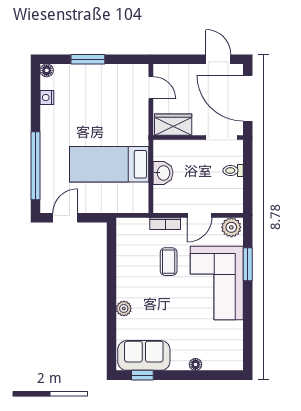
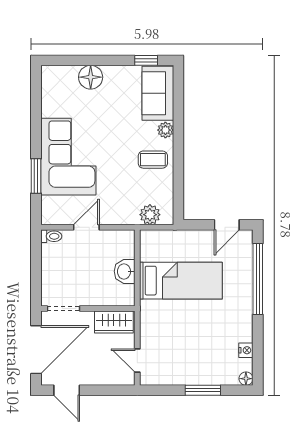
door: (248, 98) -> (36, 350), hinge flipped
toilet: (233, 171) -> (51, 236), moved
bookcase: (165, 224) -> (122, 219), removed
plant: (231, 227) -> (150, 215), moved
coffee table: (169, 262) -> (153, 160), moved, turned 90
sofa: (144, 355) -> (158, 93), moved, turned 90
floor lamp: (195, 364) -> (91, 77), width x1.89, depth x1.89

